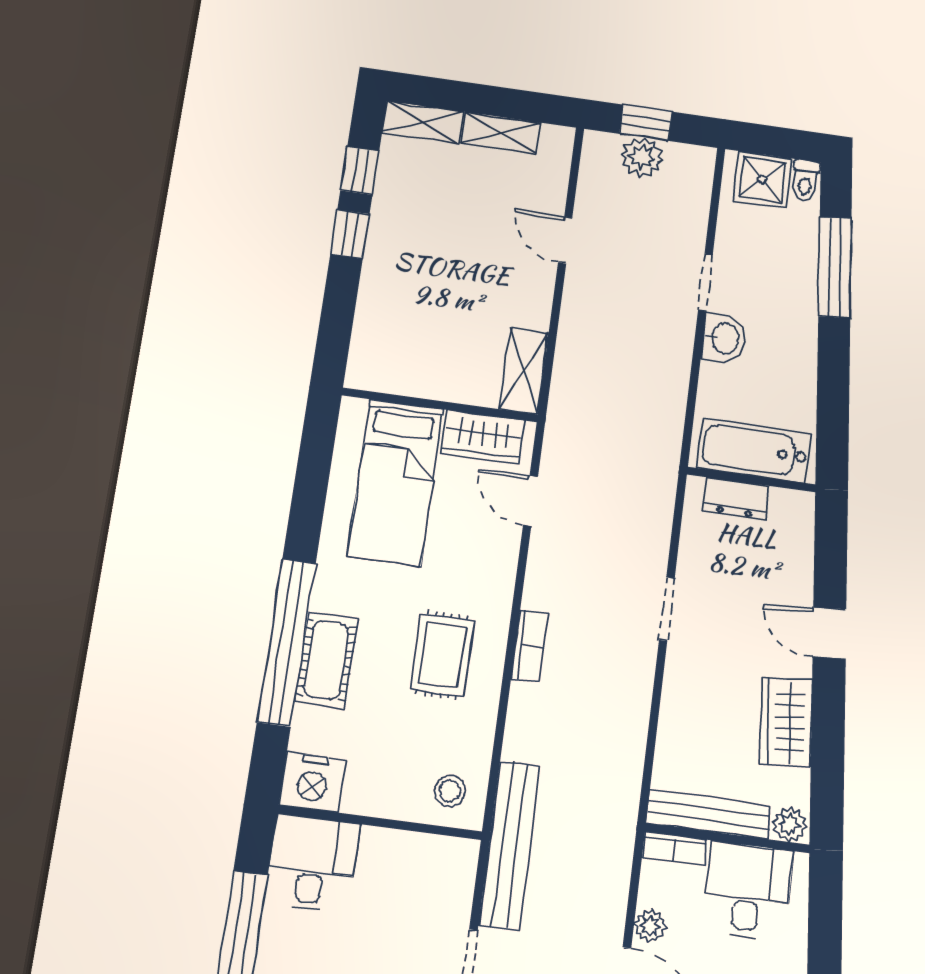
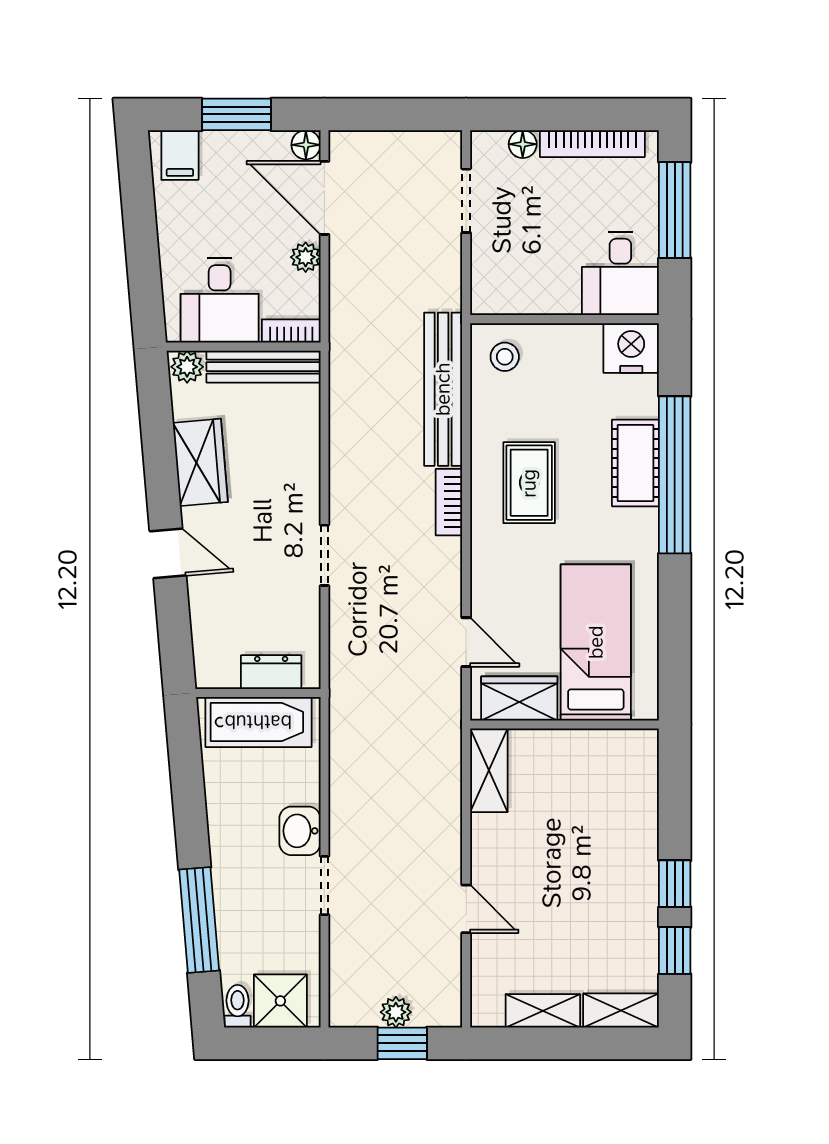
plant: (642, 157) -> (396, 1012), width x0.73, depth x0.73
bench: (510, 845) -> (443, 389), moved

